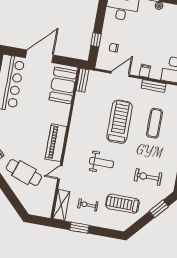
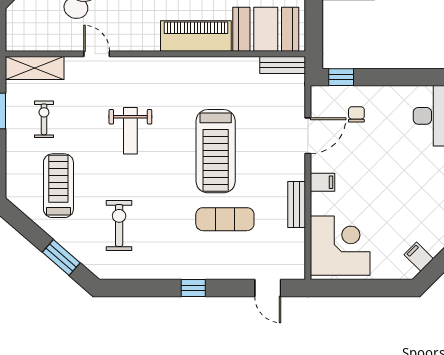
window: (96, 40) -> (341, 77), moved
door: (120, 74) -> (308, 136), hinge flipped
treadmill: (120, 122) -> (216, 151), turned 90
piano: (56, 143) -> (196, 36), moved

